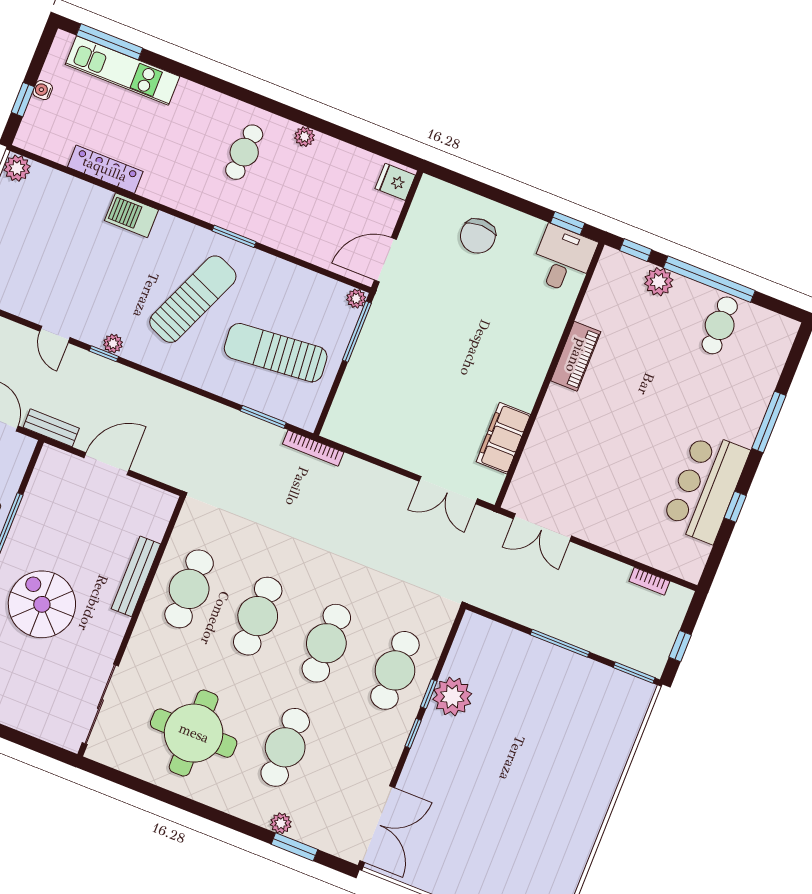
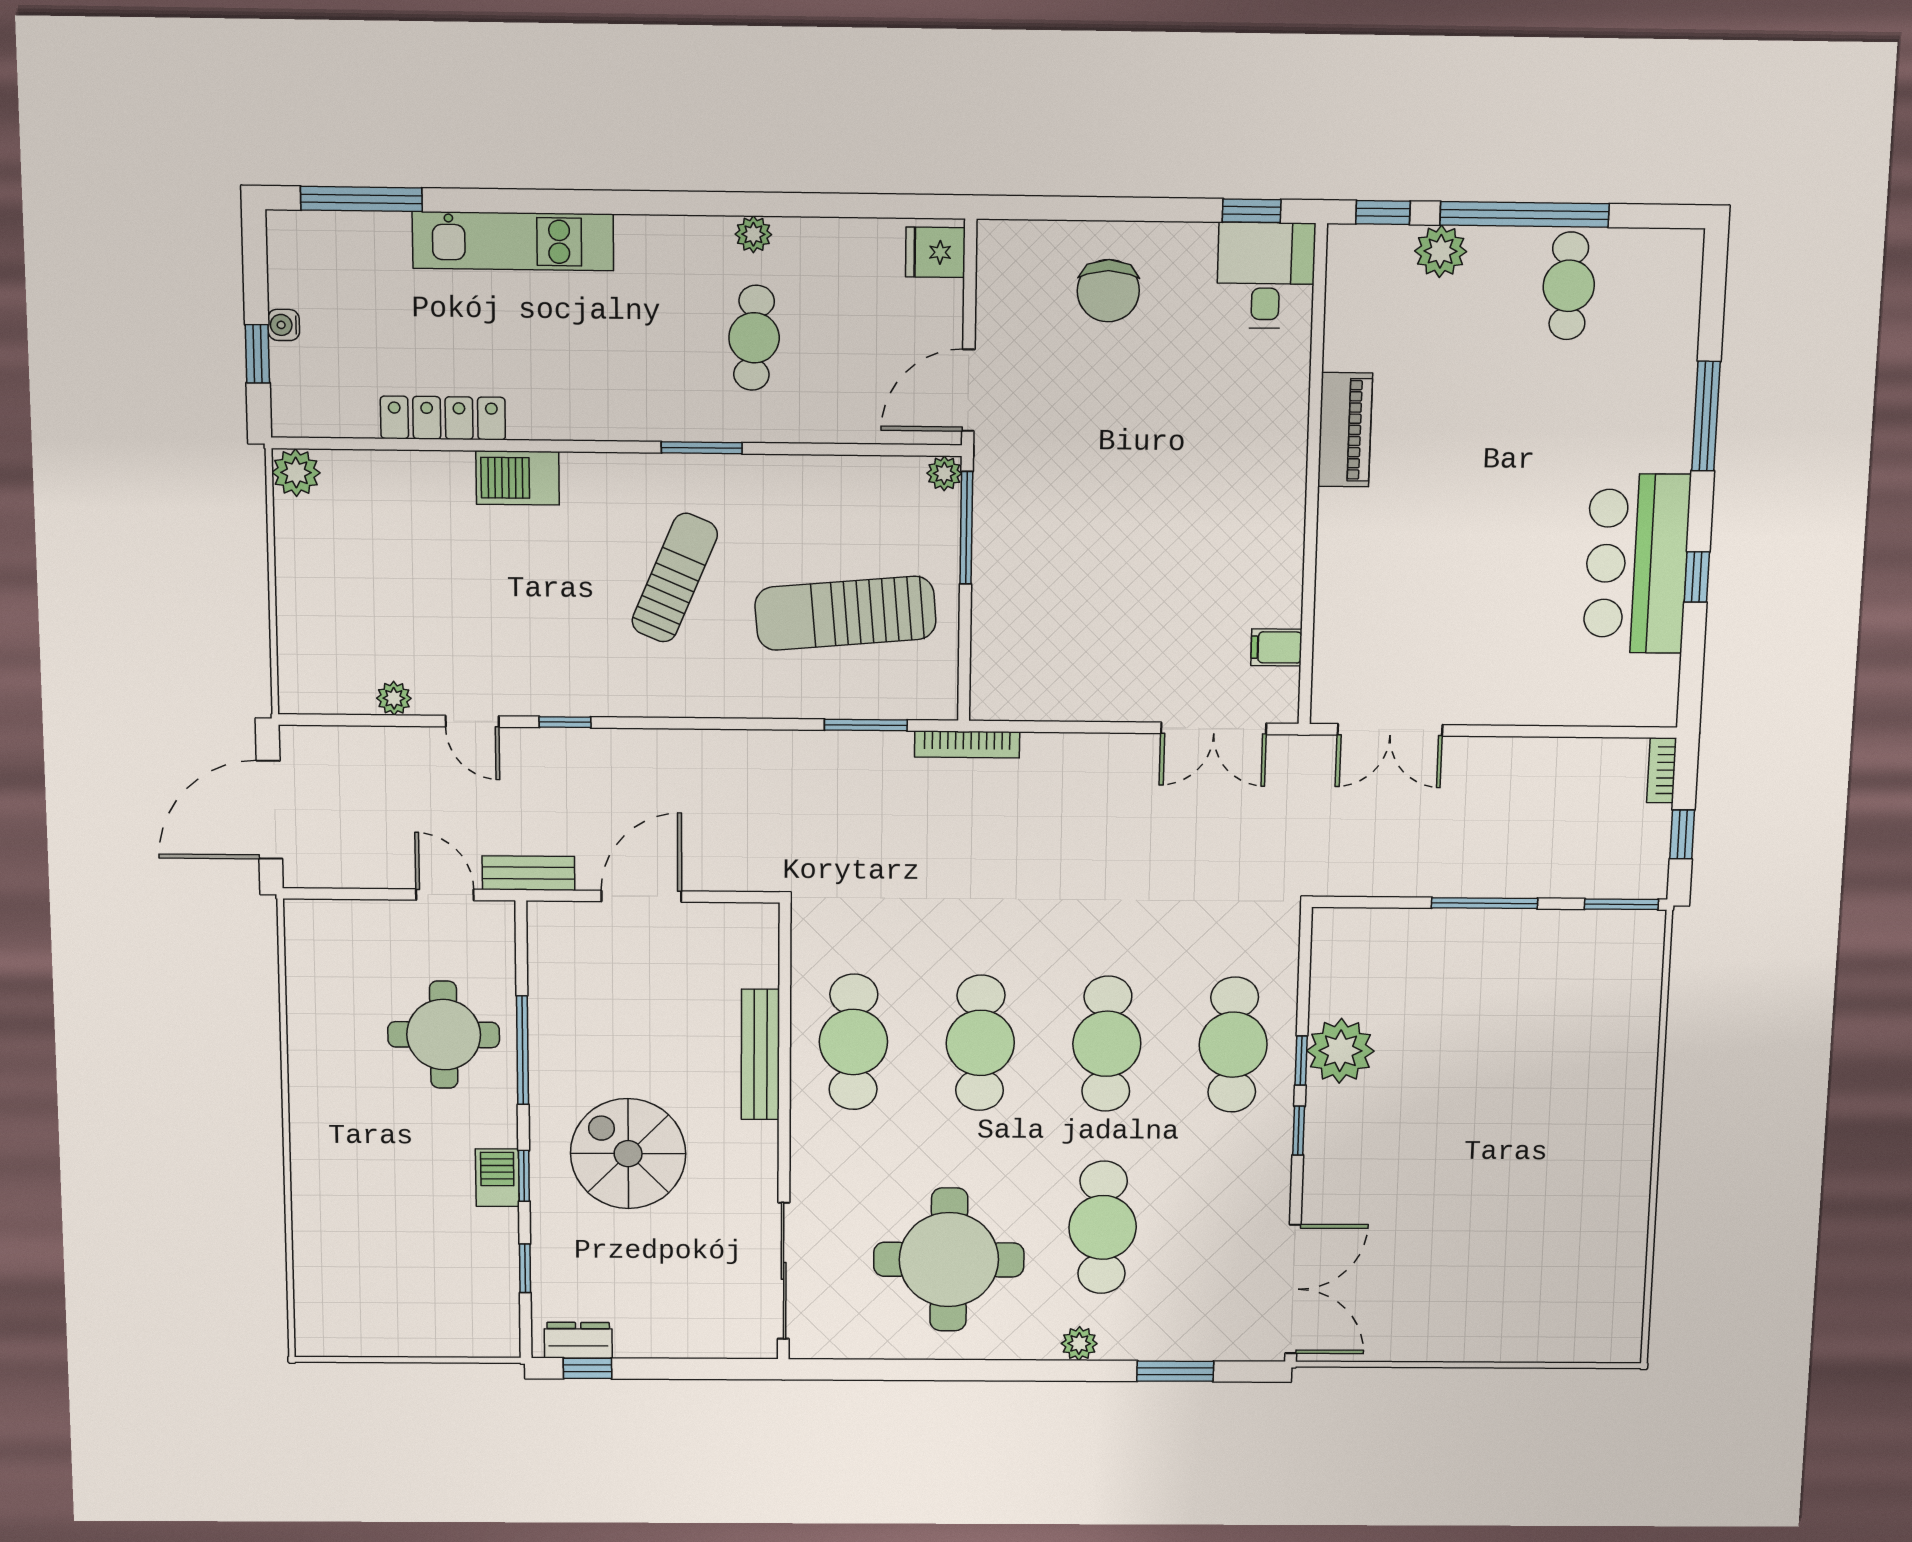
kitchen unit: (122, 71) -> (513, 241), moved
cafe table: (244, 152) -> (754, 338), moved
sun lounger: (193, 299) -> (675, 578), width x0.73, depth x0.75
plant: (113, 344) -> (394, 698), moved
filing cabinet: (503, 438) -> (1276, 647), width x0.33, depth x0.86
bookcase: (649, 581) -> (1662, 770), moved, turned 90
plant: (281, 823) -> (1079, 1344), moved

